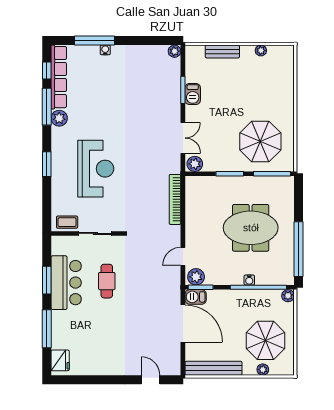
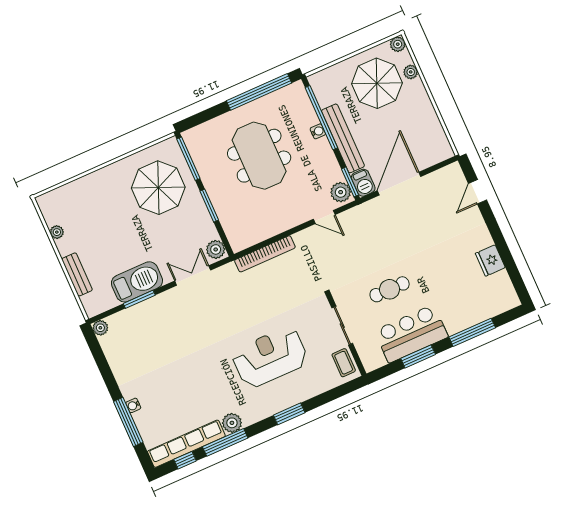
barbecue: (193, 94) -> (137, 282), width x1.88, depth x1.53
plant: (288, 296) -> (398, 44), moved
fridge: (60, 360) -> (490, 260), moved, turned -90
bench: (213, 368) -> (343, 138), moved

